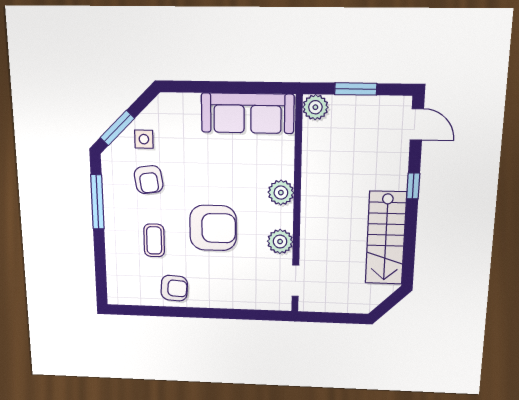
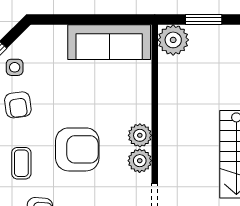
plant: (315, 107) -> (173, 40), width x1.36, depth x1.36
plant: (281, 193) -> (140, 135), moved

